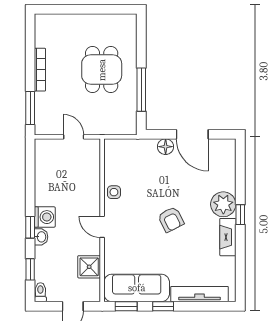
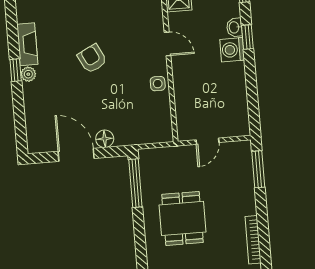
bookcase: (40, 70) -> (253, 240), moved
window: (141, 90) -> (135, 183), moved
door: (74, 137) -> (207, 141), hinge flipped
plant: (223, 204) -> (28, 74), width x0.53, depth x0.53

